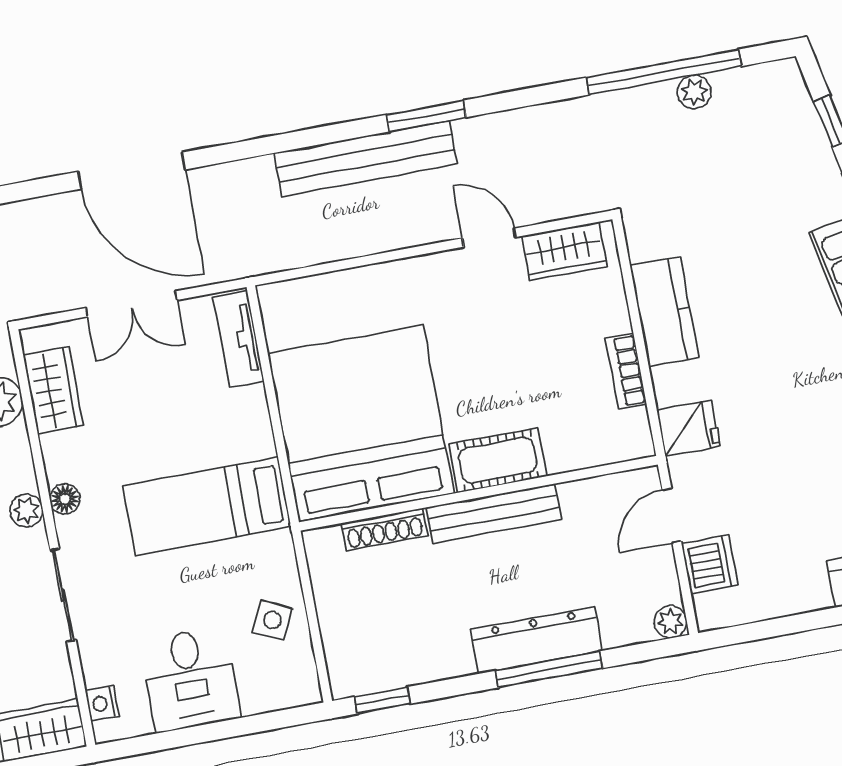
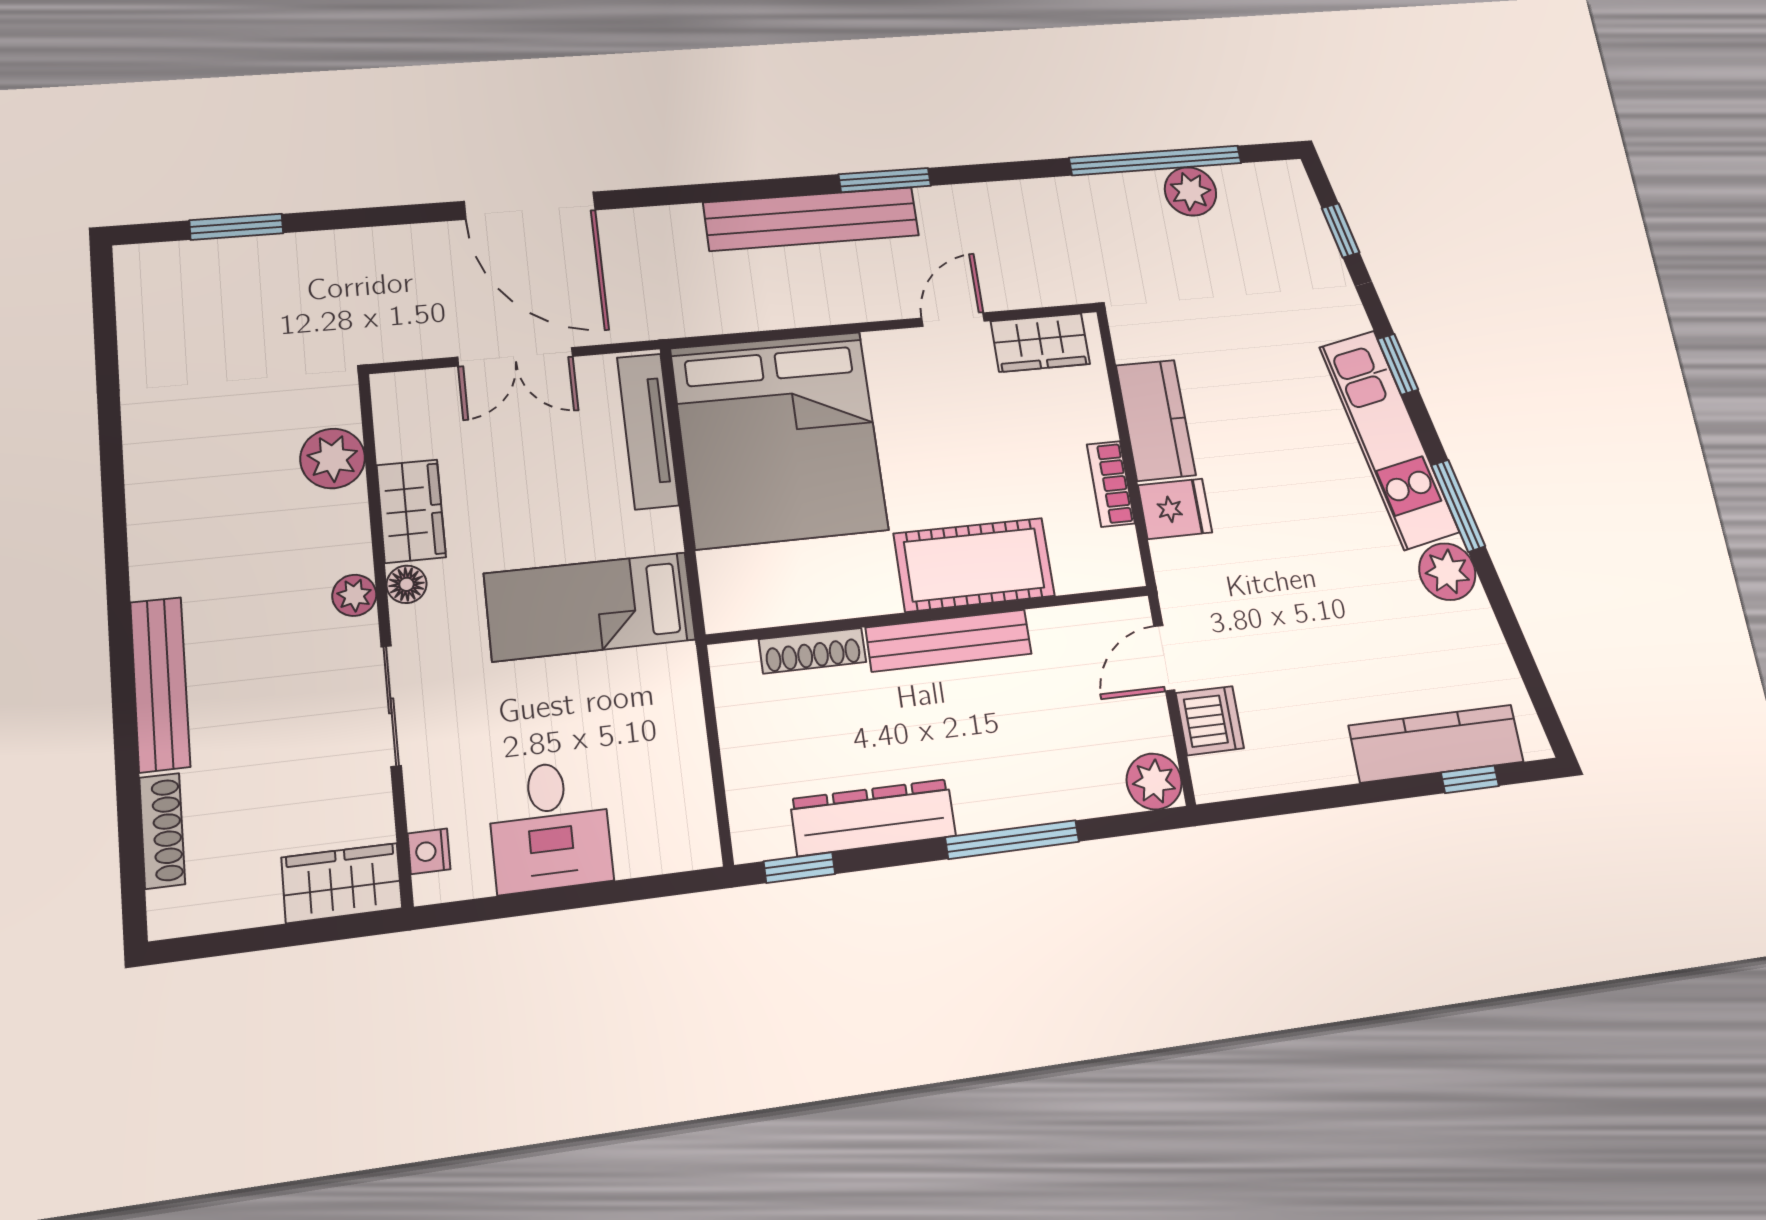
plant: (694, 92) -> (1190, 191), width x1.38, depth x1.38
door: (489, 238) -> (953, 320), hinge flipped
tv unit: (239, 339) -> (648, 431), width x1.41
wardrobe: (53, 390) -> (411, 511), moved
bed: (361, 423) -> (779, 439), moved, turned 180
fridge: (688, 428) -> (1175, 509), moved
cot: (498, 460) -> (974, 565), width x1.37, depth x1.34
side table: (272, 620) -> (663, 755), removed
plant: (671, 622) -> (1154, 781), width x1.38, depth x1.38
dresser: (536, 640) -> (873, 818), moved

